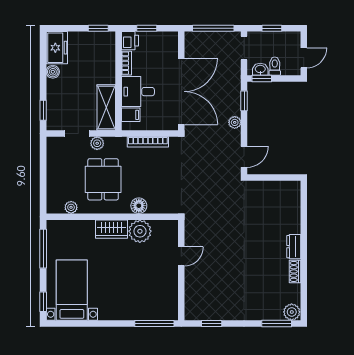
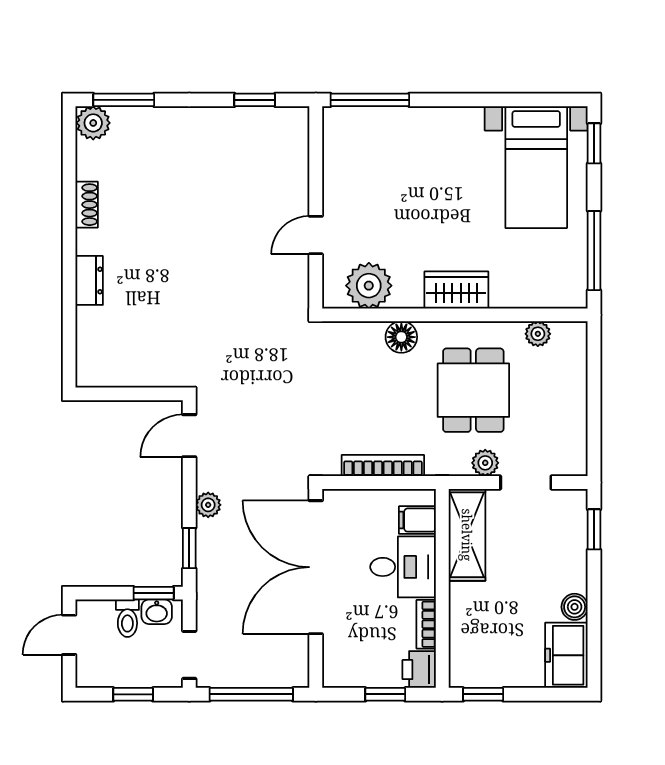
plant: (140, 231) -> (369, 286), moved
dresser: (294, 247) -> (89, 280), moved

